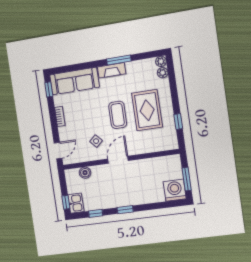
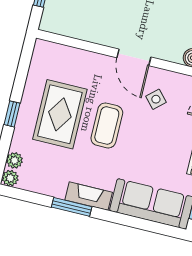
window: (178, 122) -> (12, 114), moved
door: (118, 160) -> (134, 57), hinge flipped

